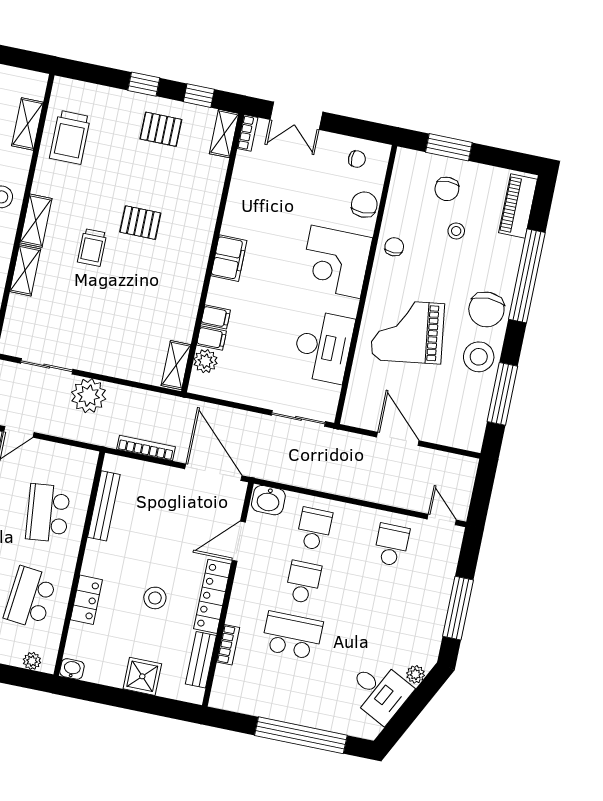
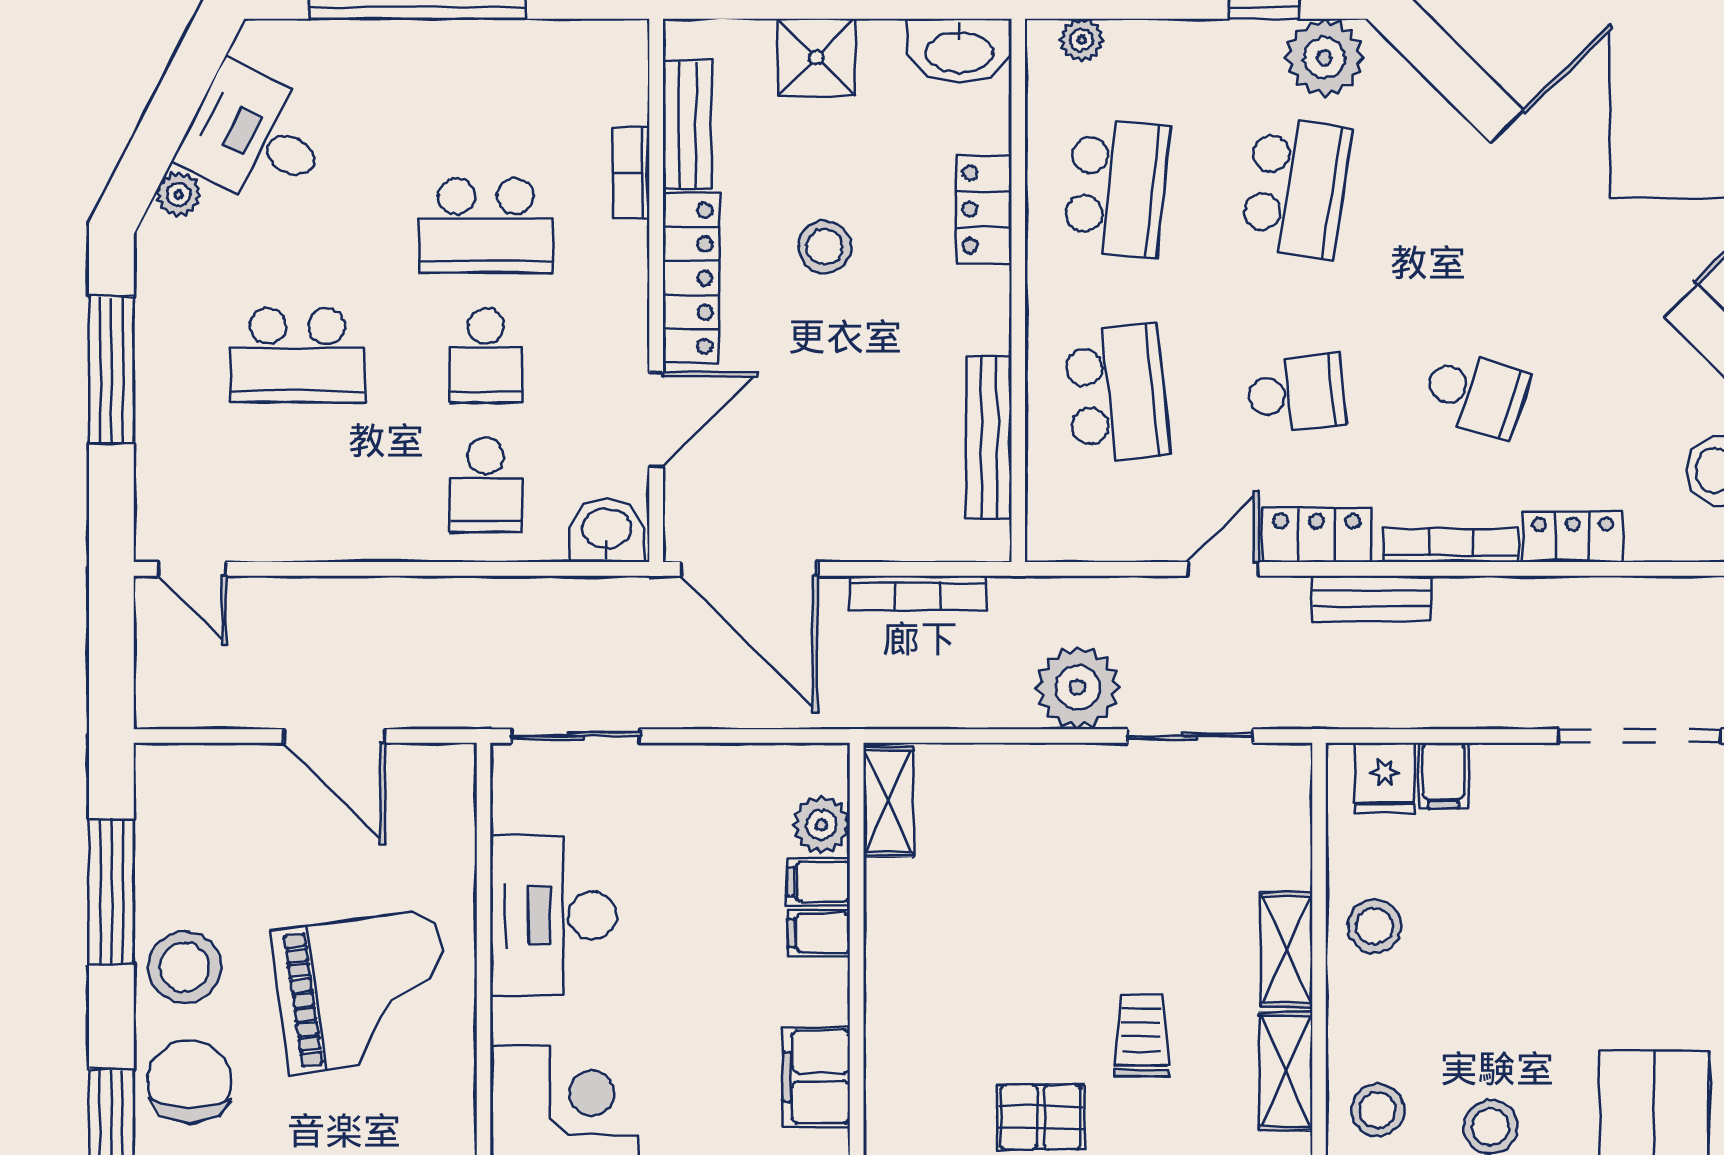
school desk: (392, 545) -> (297, 355), moved, width x1.85
washbasin: (72, 669) -> (959, 51), width x1.91, depth x1.45

